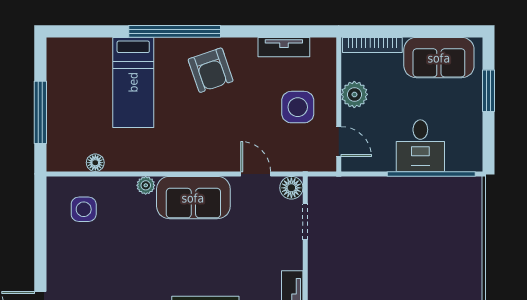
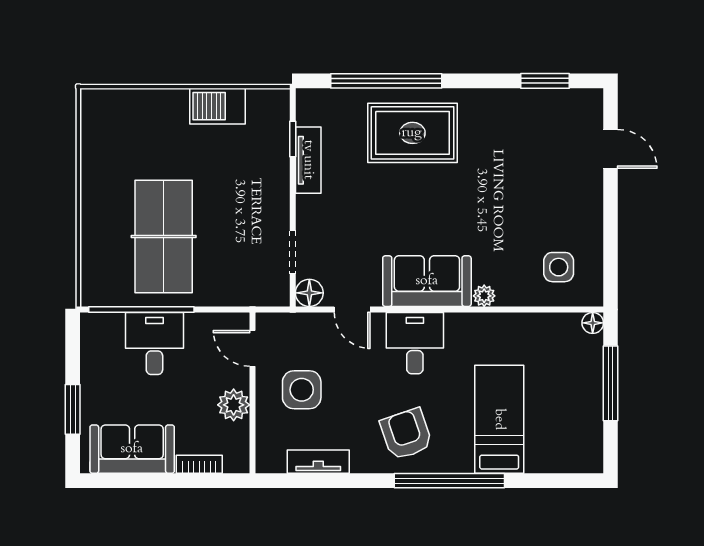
bookcase: (372, 45) -> (199, 464), width x0.64
desk: (203, 146) -> (415, 343), added
floor lamp: (95, 163) -> (593, 323), moved
table tennis table: (413, 235) -> (164, 237), added

